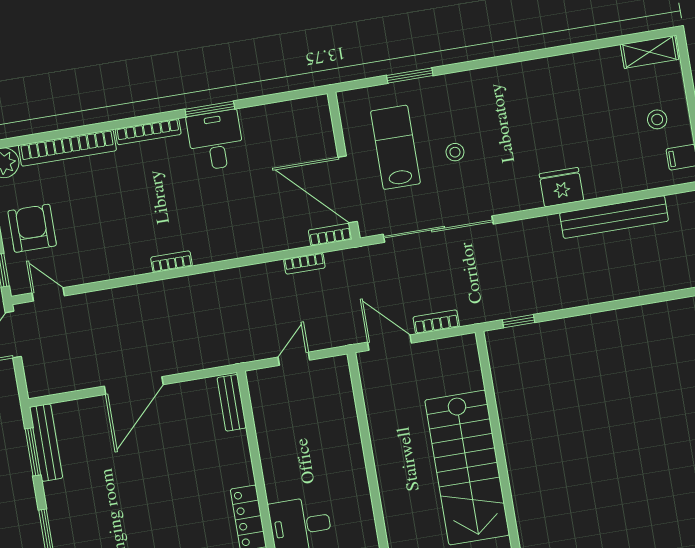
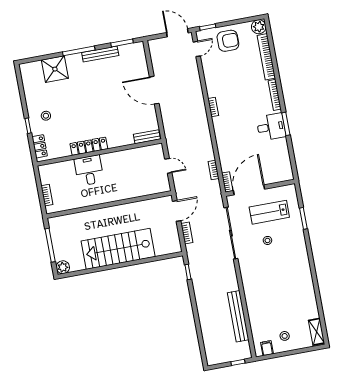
lab bench: (395, 147) -> (269, 212), turned 180
fridge: (561, 187) -> (252, 291), removed
bench: (46, 443) -> (100, 54), moved

